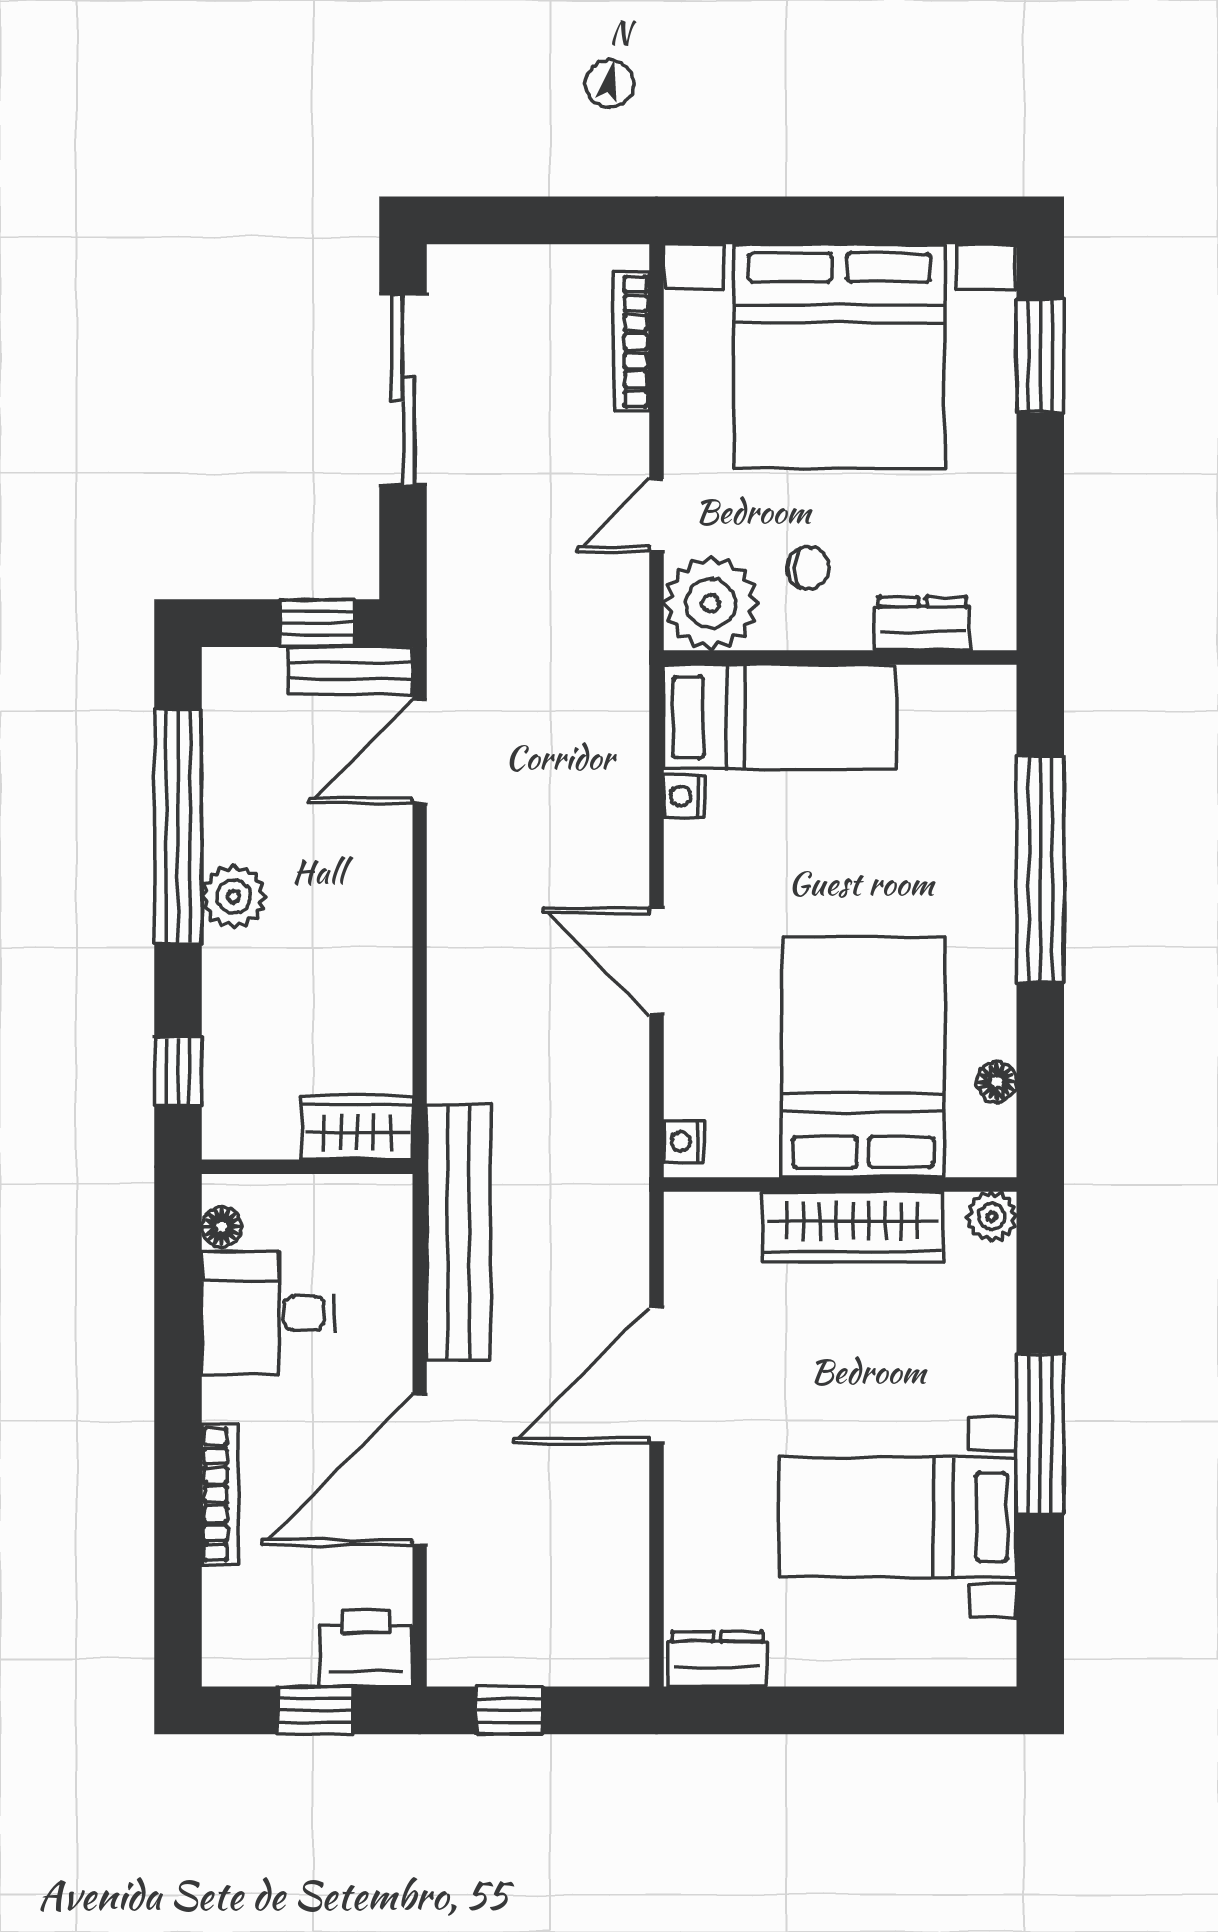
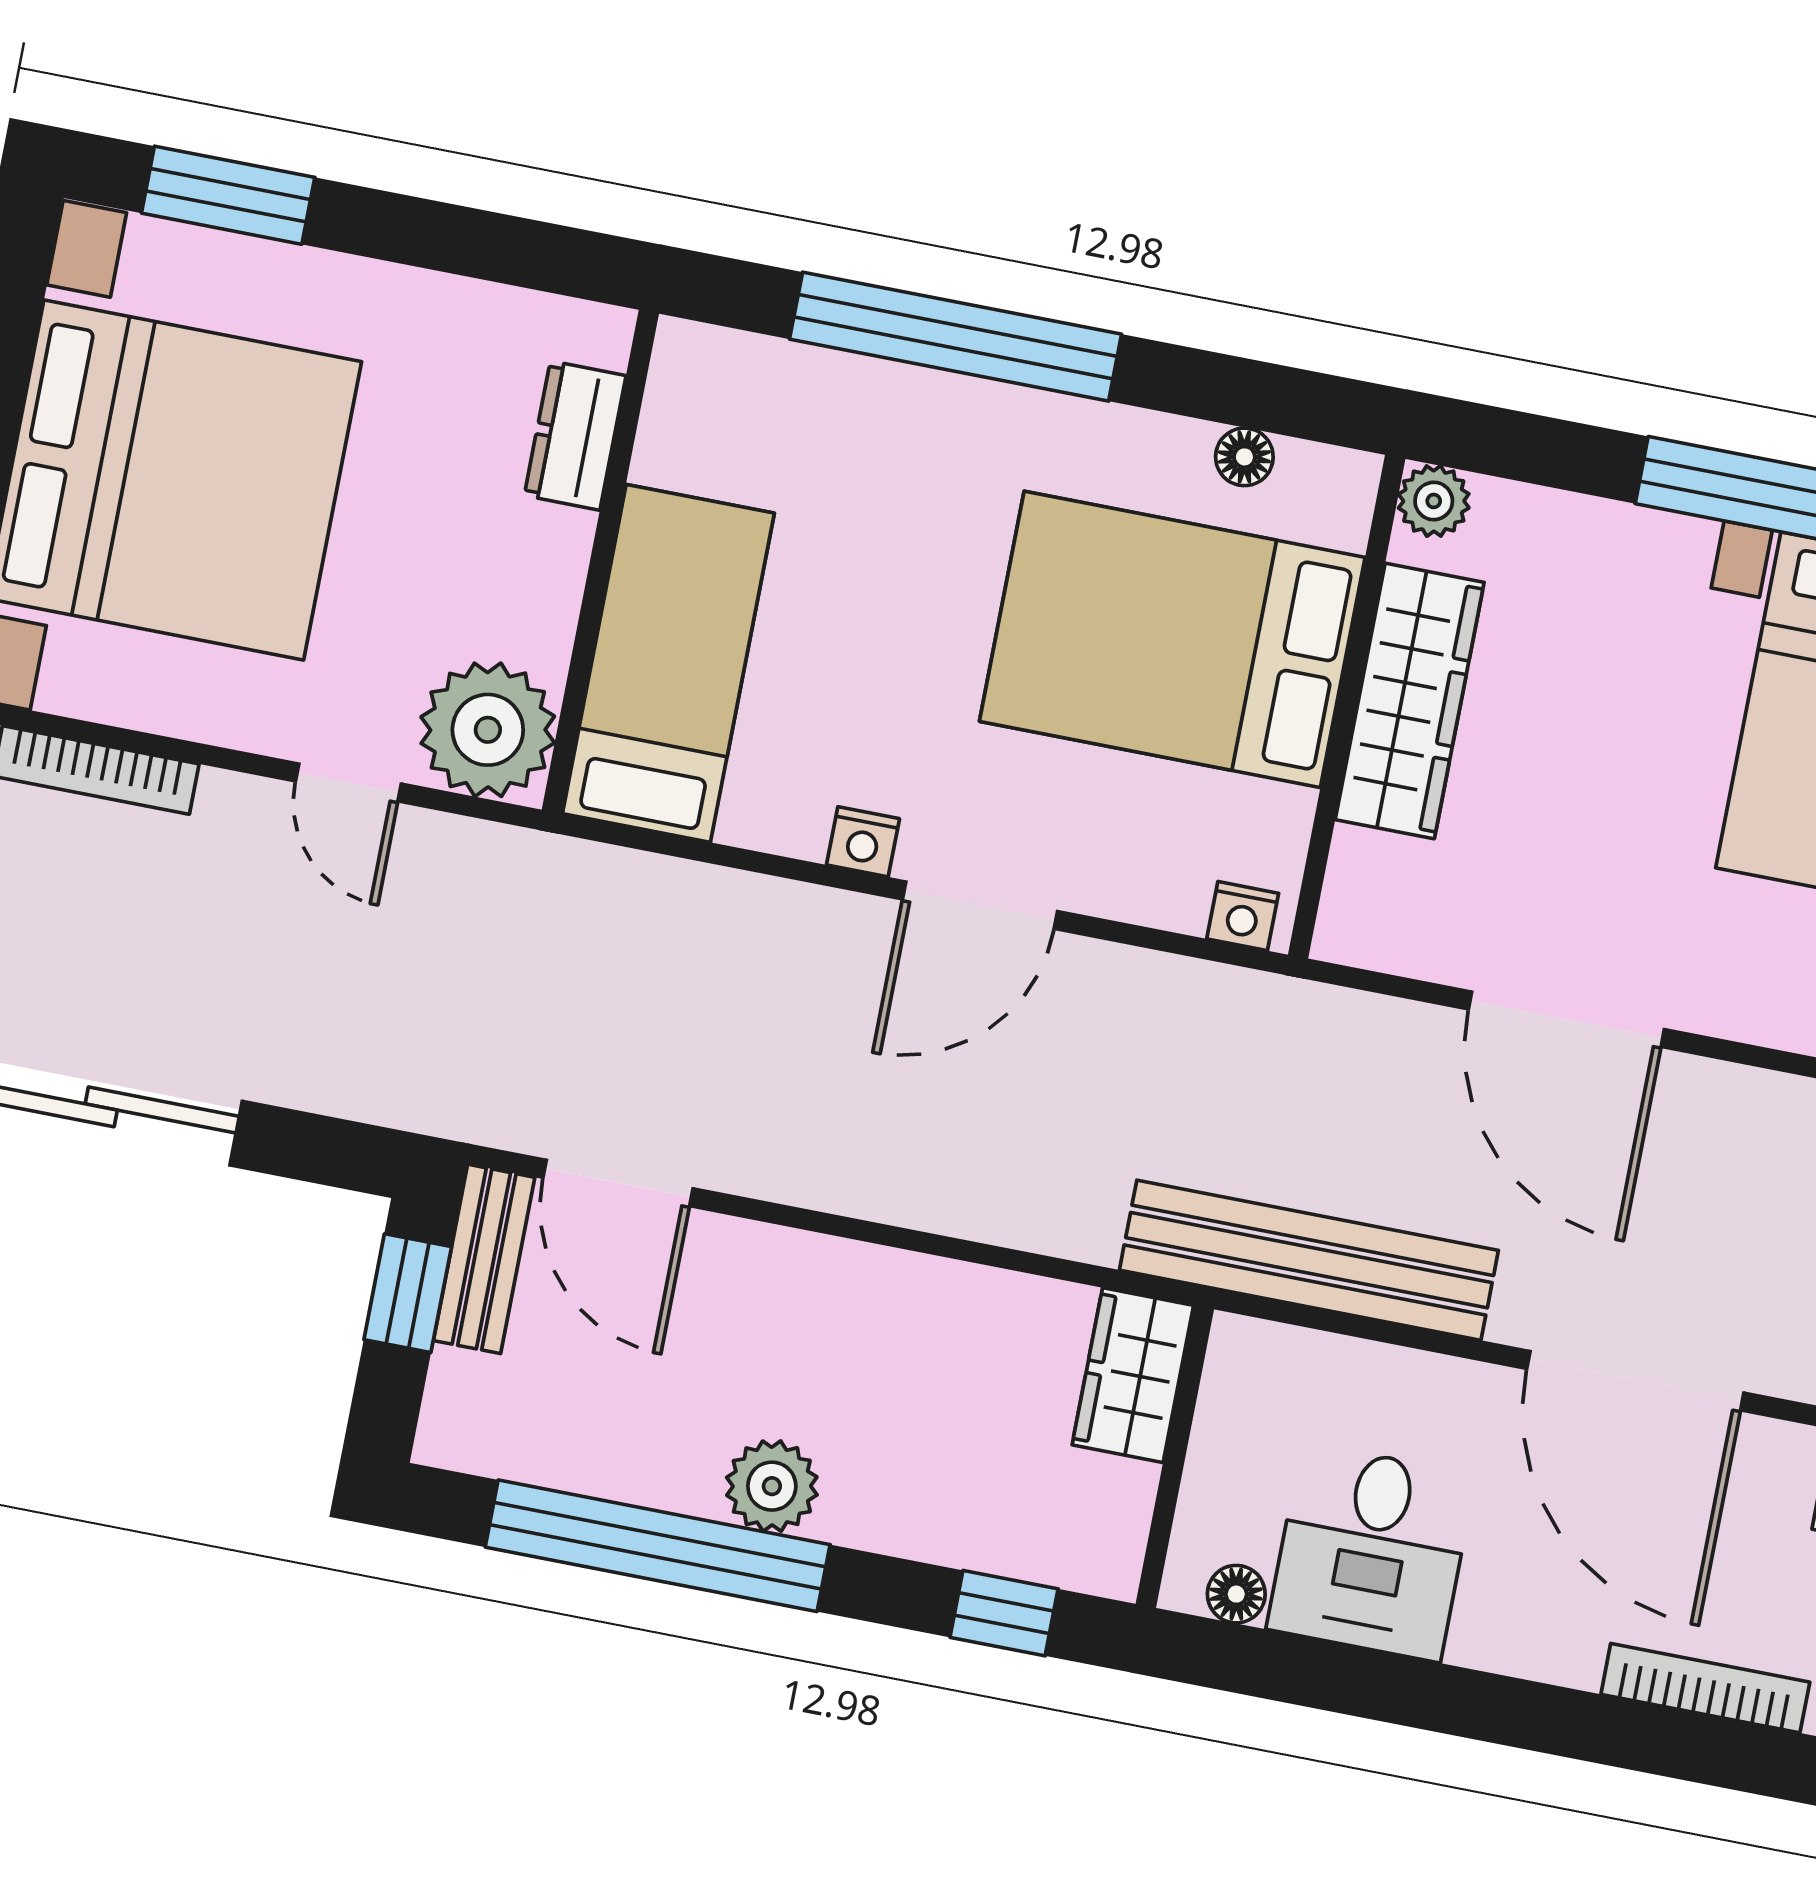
chair: (808, 568) -> (464, 582), removed
nightstand: (684, 796) -> (863, 842), moved
bookcase: (220, 1495) -> (1705, 1688), moved

